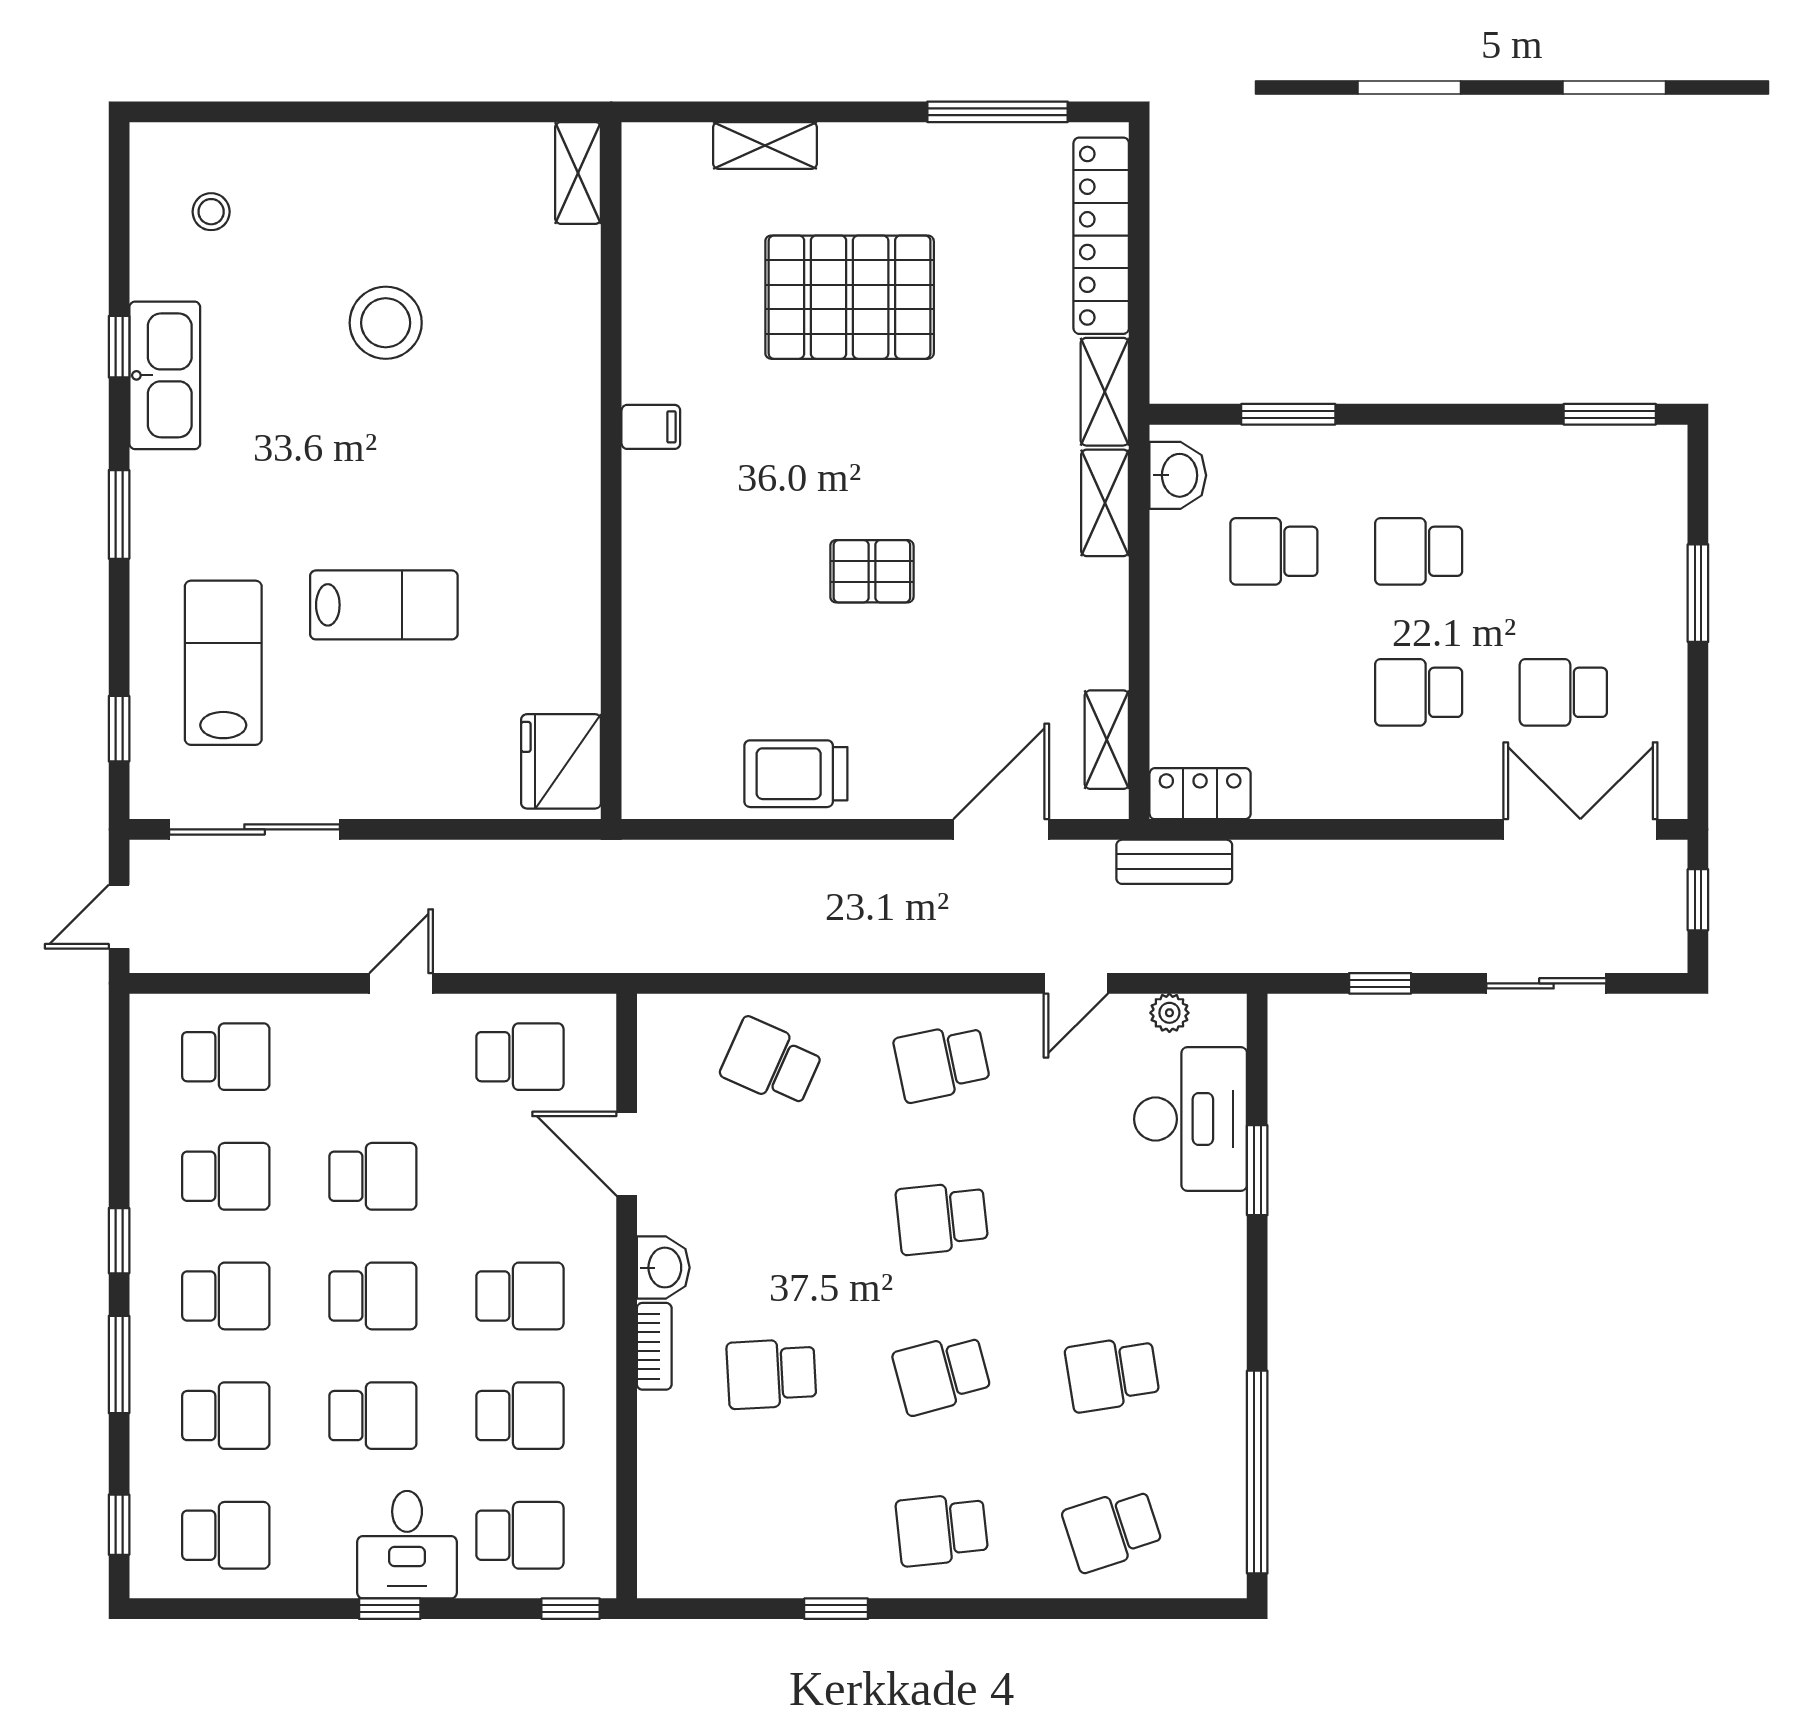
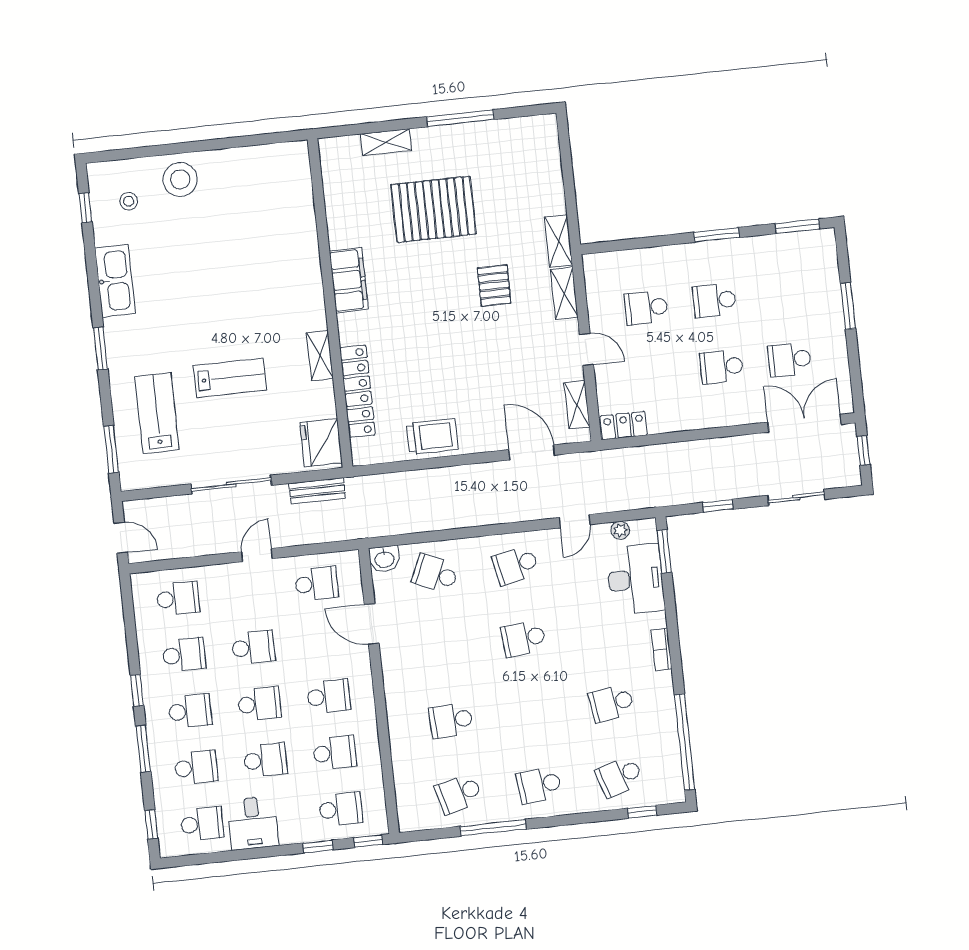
window: (997, 112) -> (460, 118), moved
shelving: (578, 173) -> (320, 356), moved
locker: (1101, 236) -> (358, 391), moved, turned 180
stool: (386, 323) -> (180, 179), moved
window: (119, 347) -> (85, 208), moved
window: (1288, 414) -> (716, 235), moved
filing cabinet: (651, 427) -> (349, 280), width x3.00, depth x1.17
washbasin: (1178, 475) -> (597, 277), removed
pallet: (872, 571) -> (494, 286), moved, turned 90
door: (1139, 625) -> (586, 349), added
window: (119, 729) -> (111, 449), width x1.50
trolley: (796, 774) -> (432, 436), turned 180
sliding door: (255, 829) -> (231, 485), moved
door: (1001, 829) -> (532, 452), hinge flipped
bench: (1174, 862) -> (317, 491), moved
door: (119, 917) -> (121, 538), swing flipped
window: (1257, 1170) -> (664, 551), moved
washbasin: (663, 1268) -> (384, 559), moved, turned 90
bookcase: (654, 1346) -> (662, 650), moved, turned 180
school desk: (942, 1374) -> (459, 794), moved
desk: (407, 1545) -> (253, 823), moved
window: (390, 1609) -> (318, 846), moved
window: (836, 1609) -> (493, 828), width x2.17
window: (1152, 1609) -> (642, 812), added

